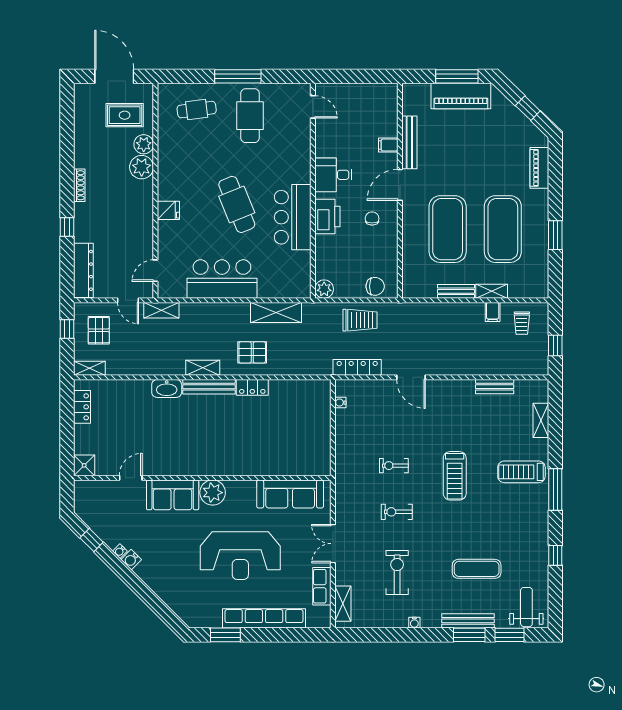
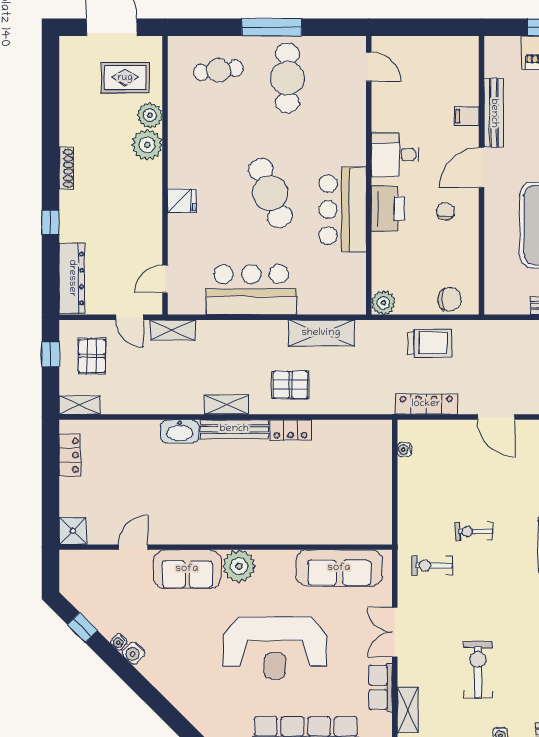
exercise bike: (397, 512) -> (432, 566), moved

